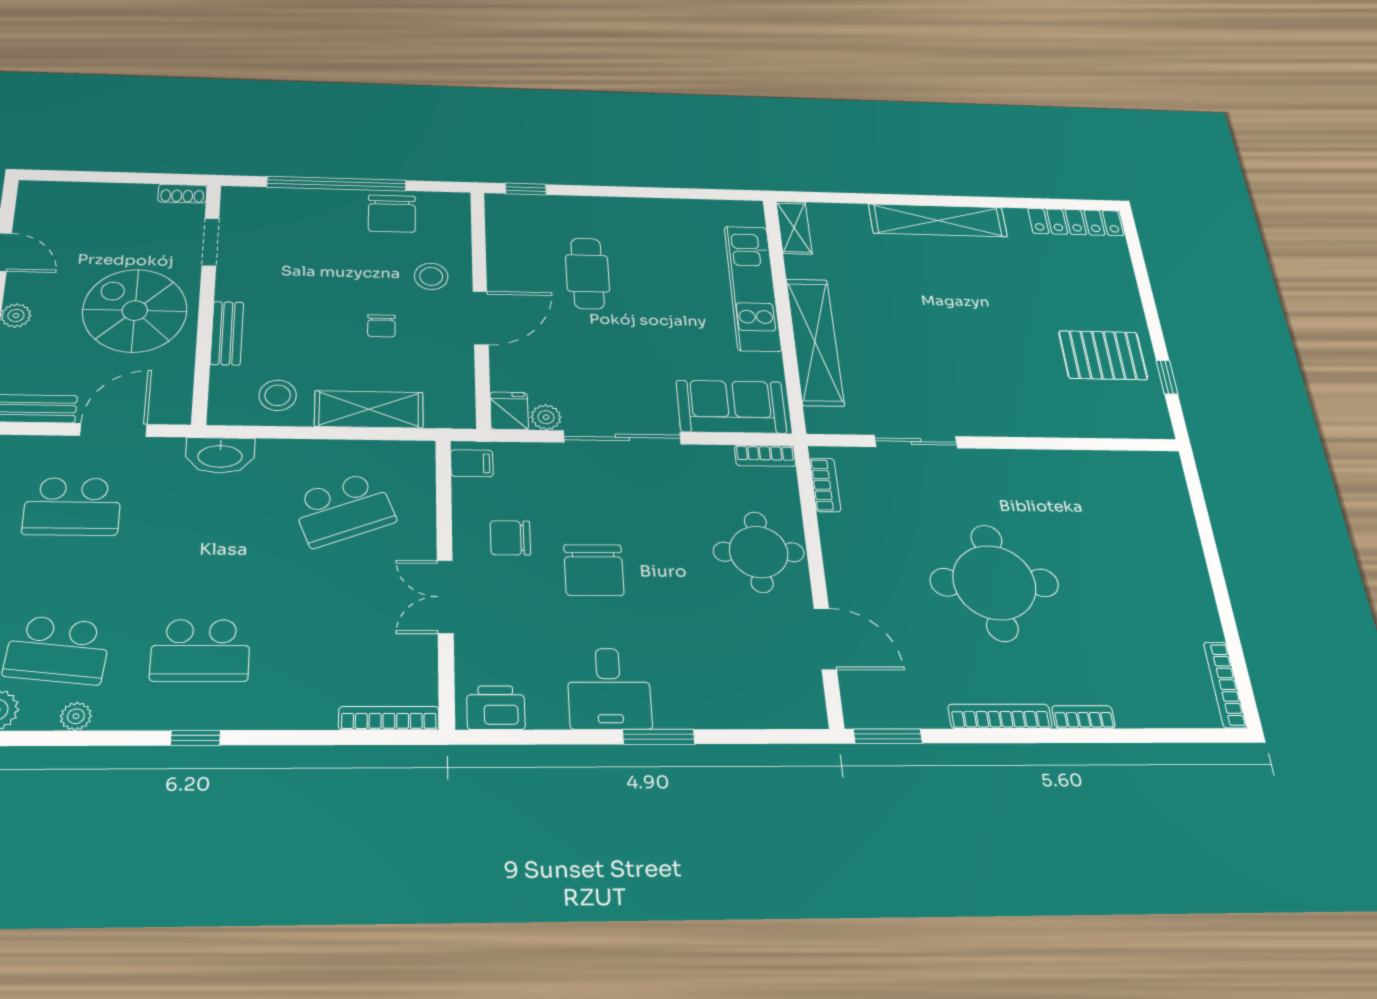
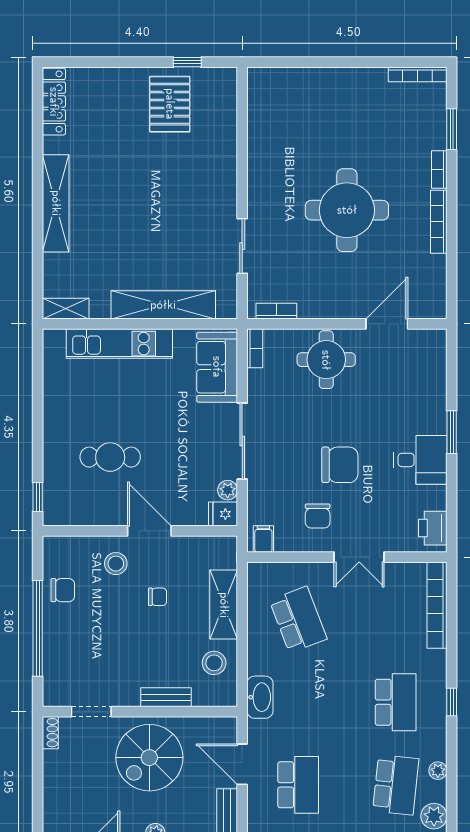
chair: (392, 214) -> (63, 590), width x0.73, depth x0.73
bookcase: (389, 718) -> (437, 605), width x1.48, depth x1.31
window: (888, 736) -> (452, 129), moved

